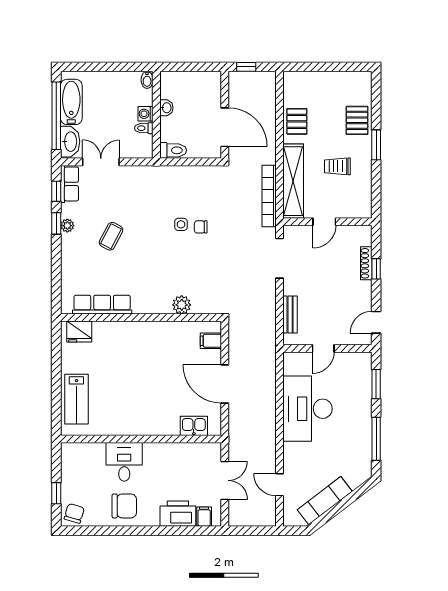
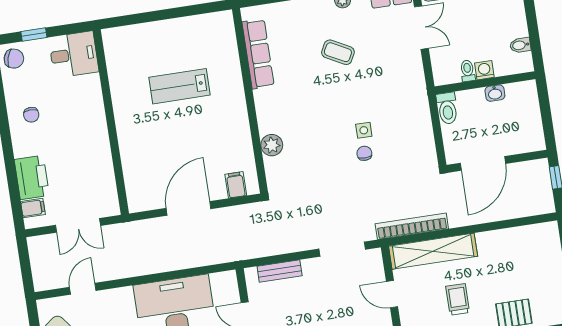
bidet: (147, 80) -> (520, 45), moved
pallet: (297, 121) -> (502, 245), removed
fridge: (79, 332) -> (223, 32), removed
lab bench: (76, 399) -> (180, 86), moved
kitchen sink: (194, 426) -> (135, 180), removed
desk: (124, 462) -> (74, 55), moved
chair: (124, 506) -> (31, 115), width x0.54, depth x0.54

